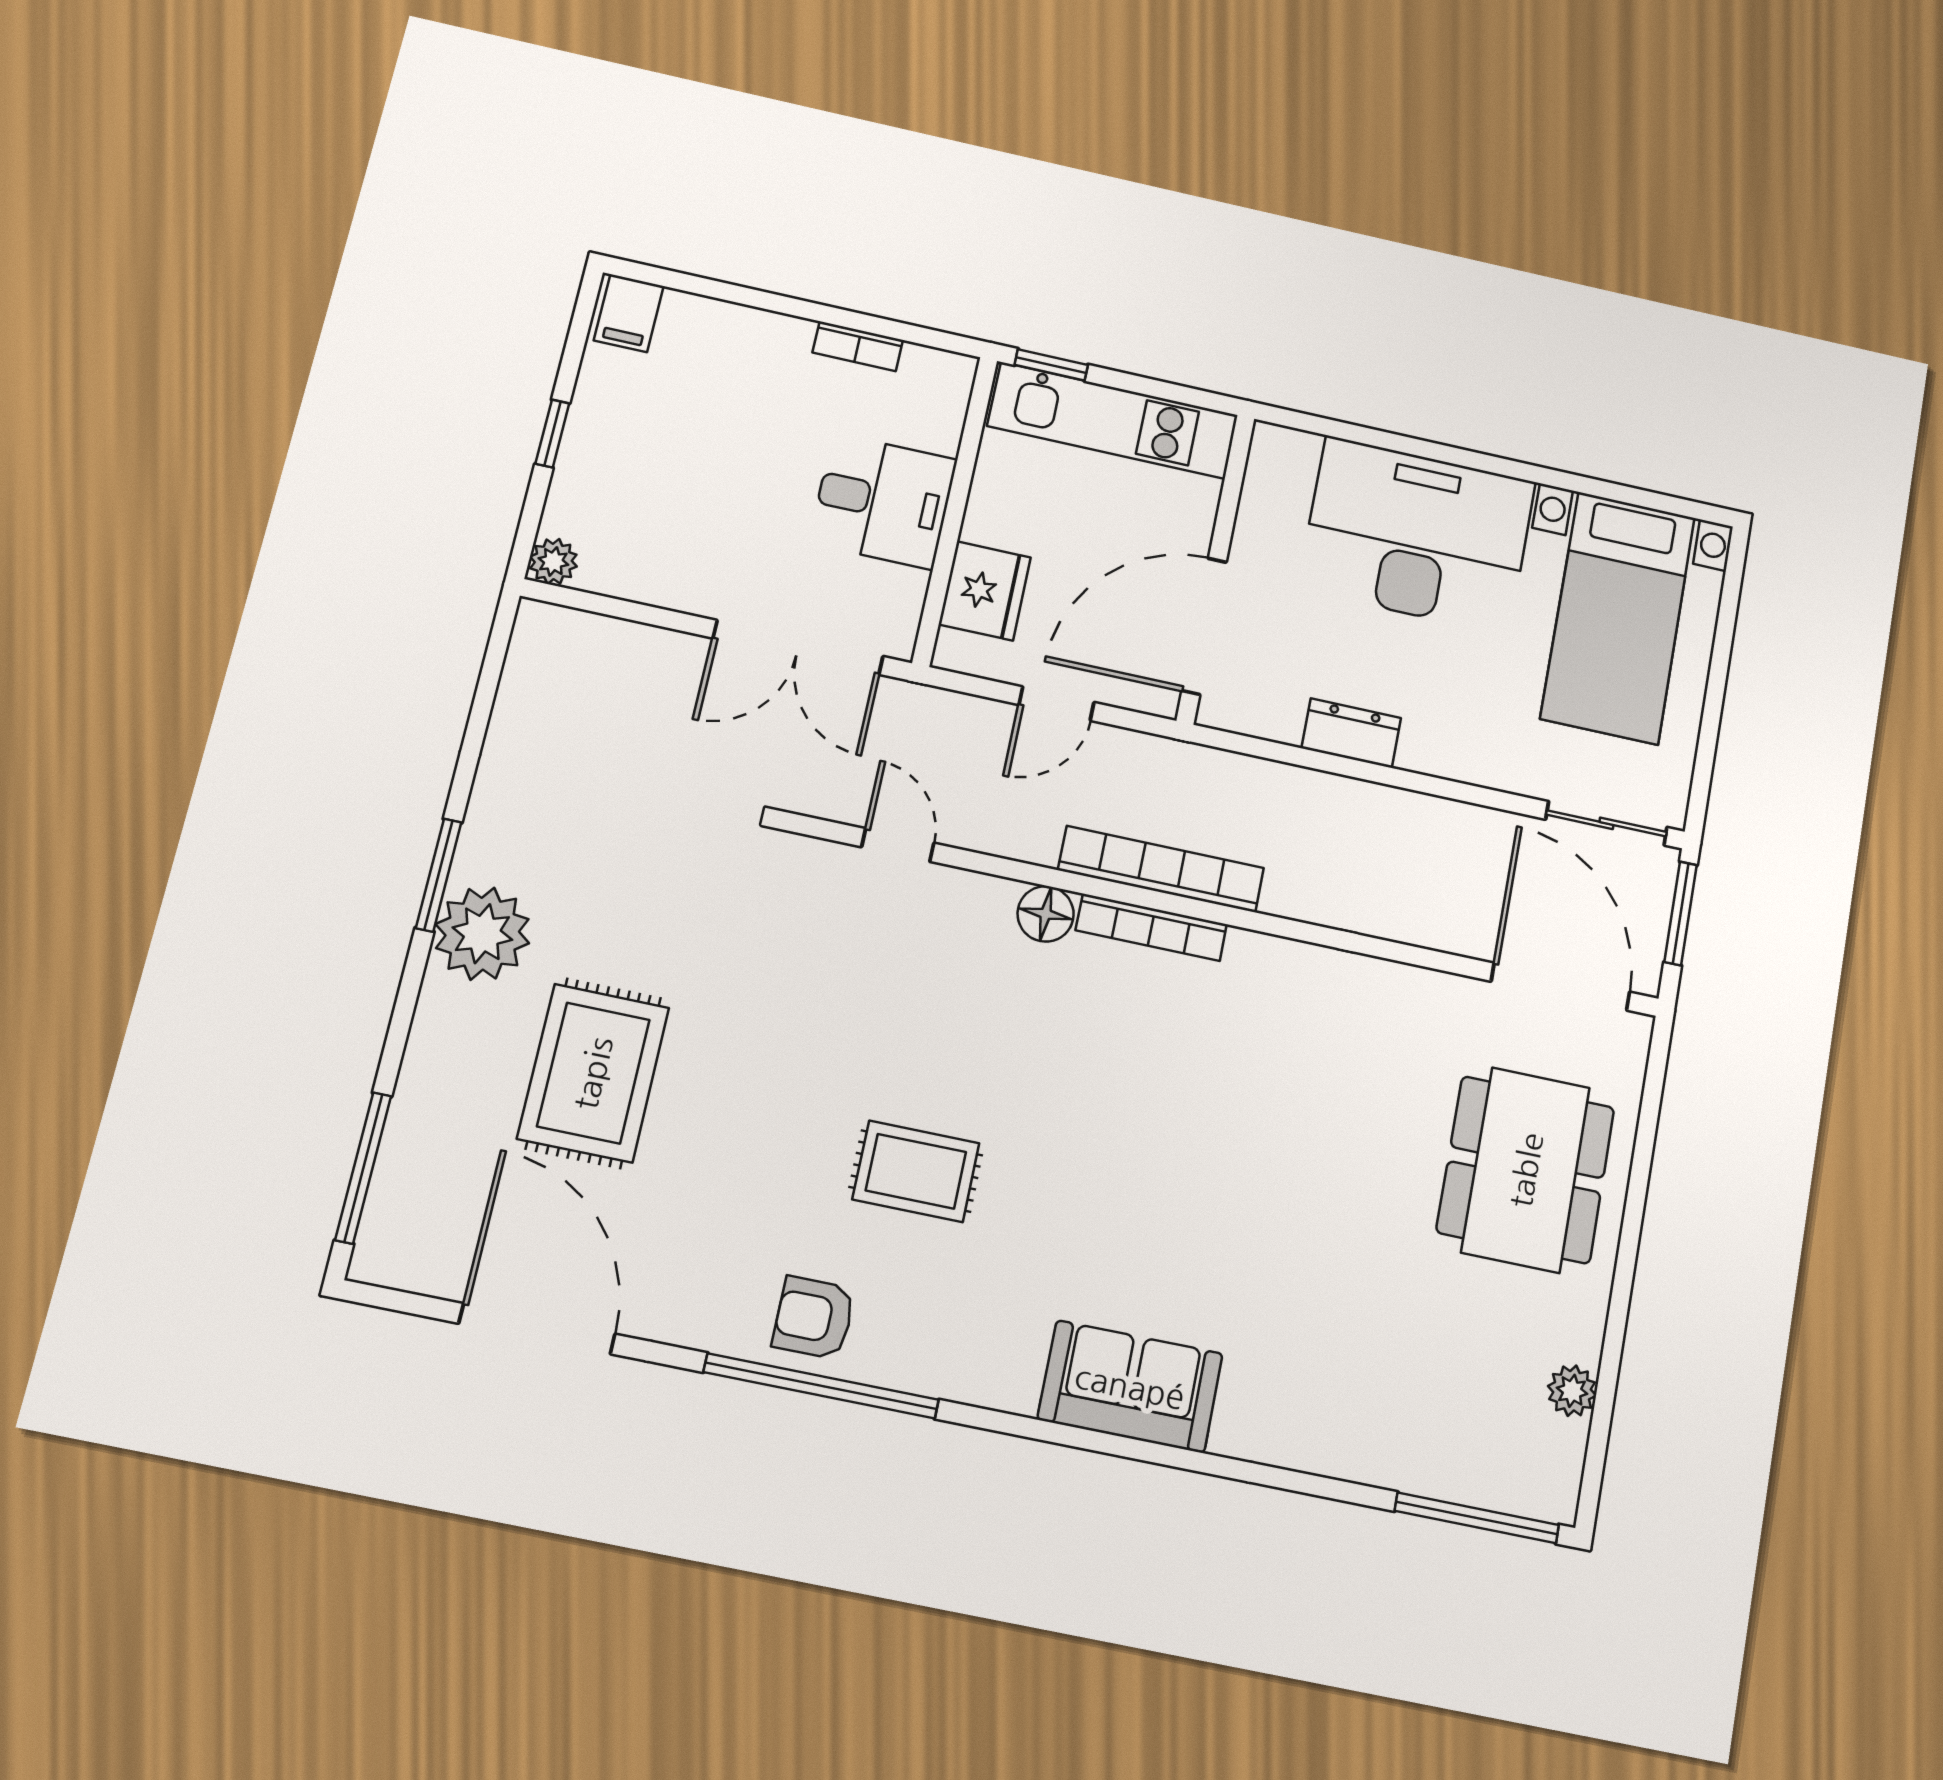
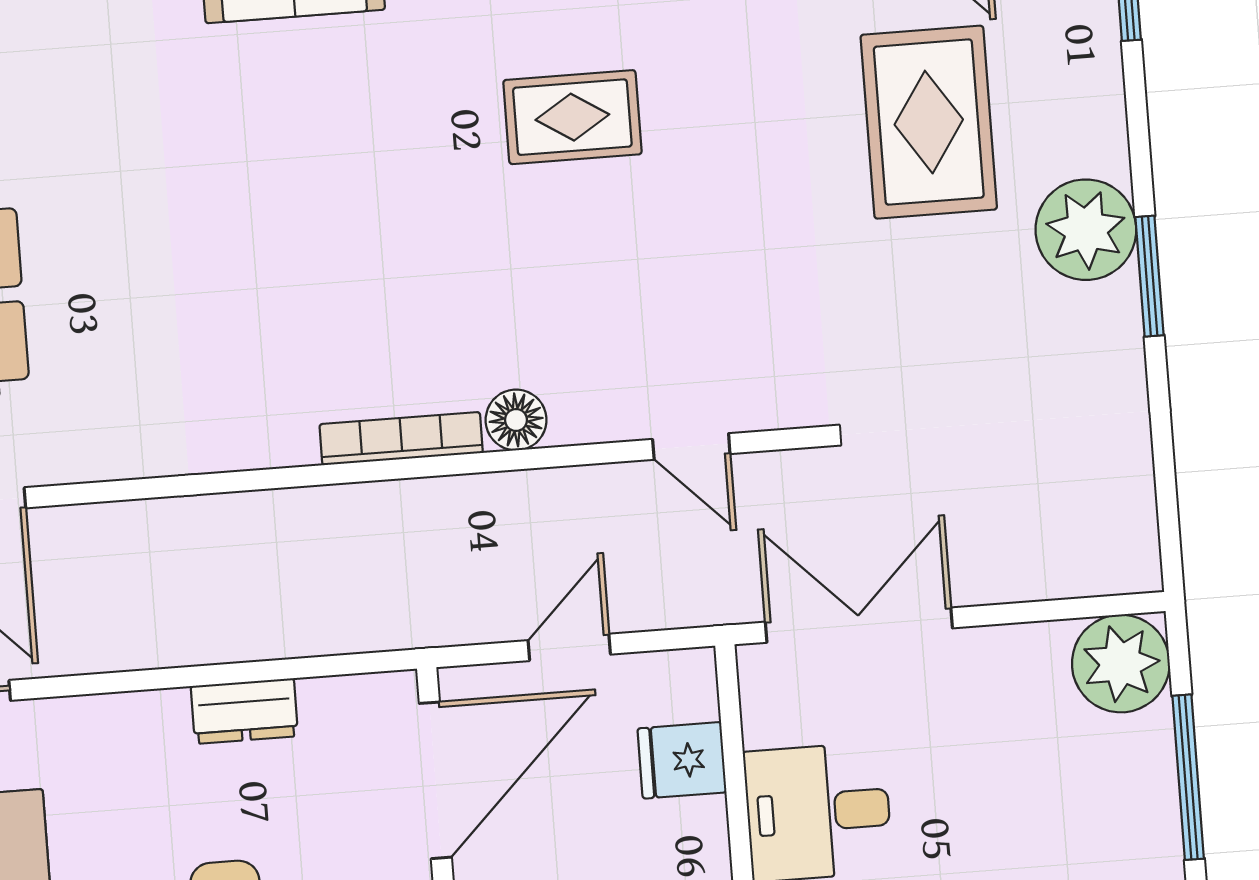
window: (552, 434) -> (1188, 777), width x2.17
plant: (553, 561) -> (1121, 664), width x1.88, depth x1.88
fridge: (985, 591) -> (682, 760), width x0.72
bookcase: (1161, 869) -> (408, 503), removed

